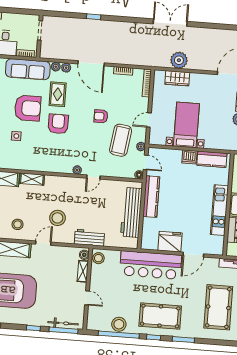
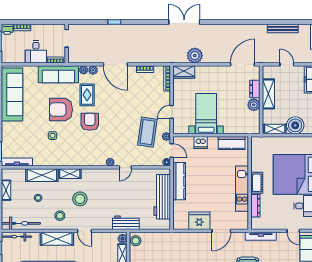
wardrobe: (177, 78) -> (184, 72), moved
armchair: (28, 108) -> (61, 110), turned 180
armchair: (101, 116) -> (128, 112), removed
dishwasher: (189, 157) -> (201, 142), moved
stool: (57, 218) -> (80, 199), moved
door: (43, 243) -> (85, 231), swing flipped
bar counter: (151, 265) -> (183, 243), removed

